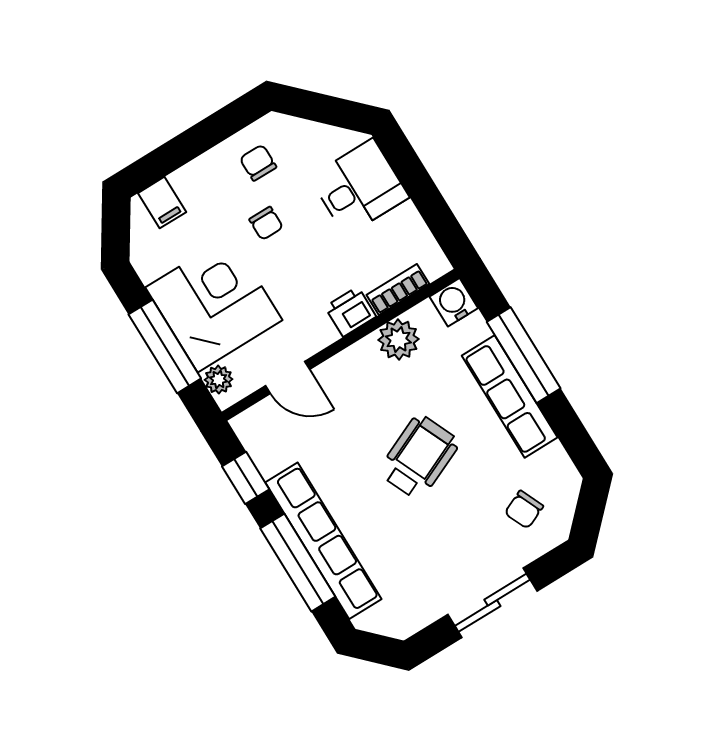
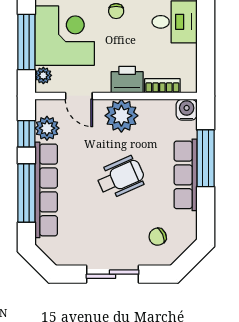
printer: (350, 312) -> (127, 80), width x1.36, depth x1.24
plant: (398, 339) -> (121, 116), moved, width x1.36, depth x1.36
plant: (270, 452) -> (47, 128), added

